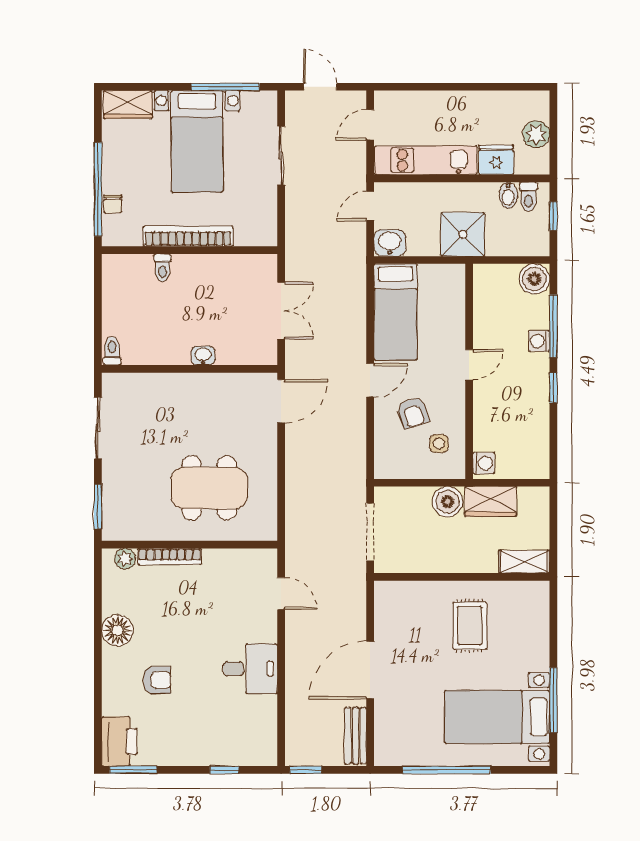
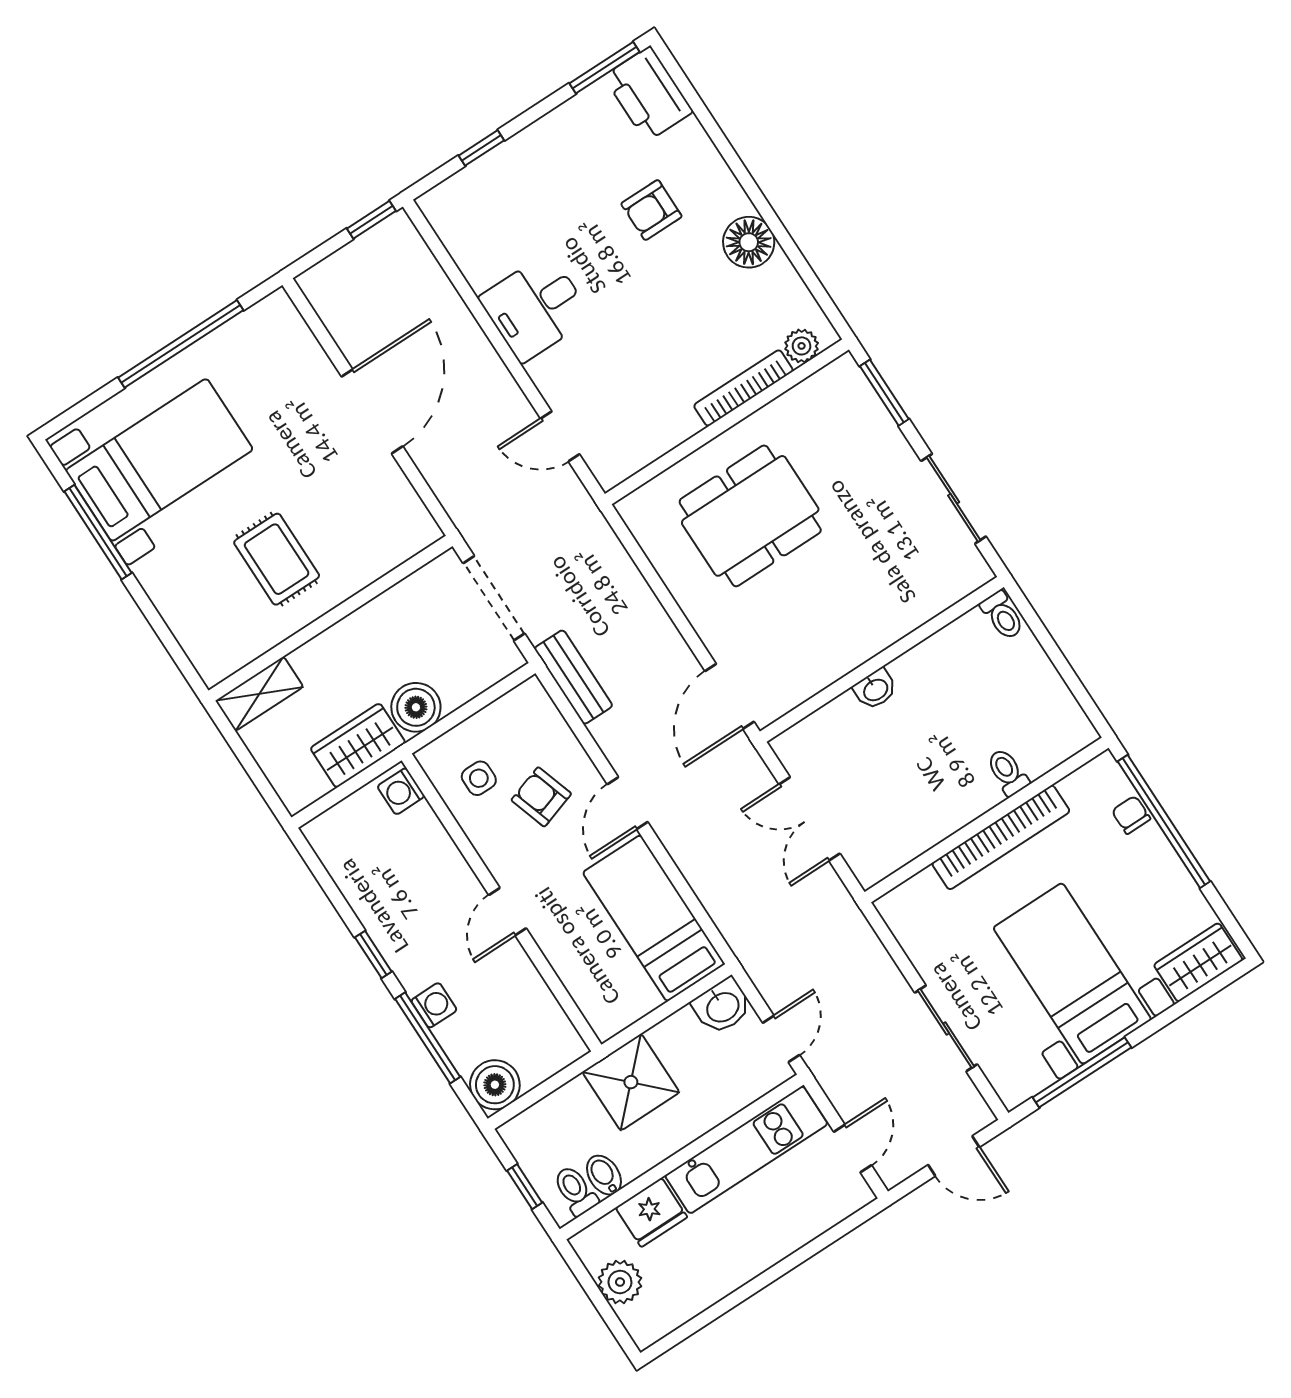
bench: (356, 736) -> (573, 677), moved

